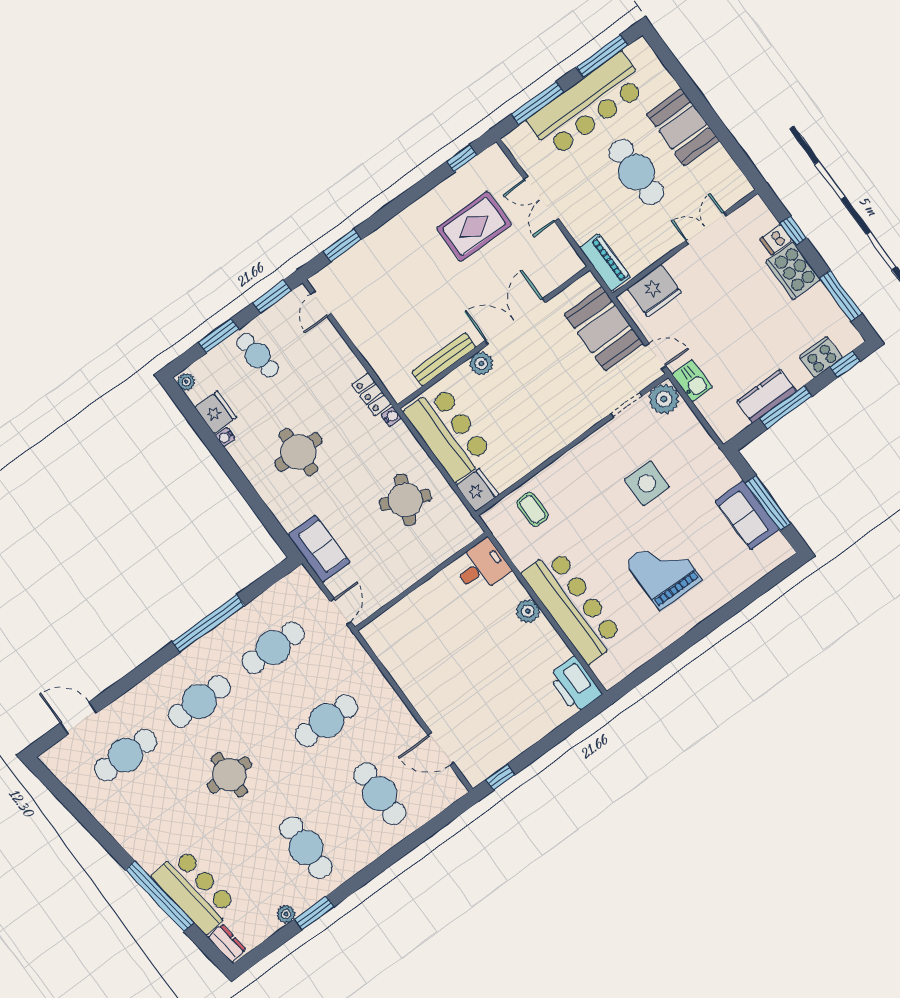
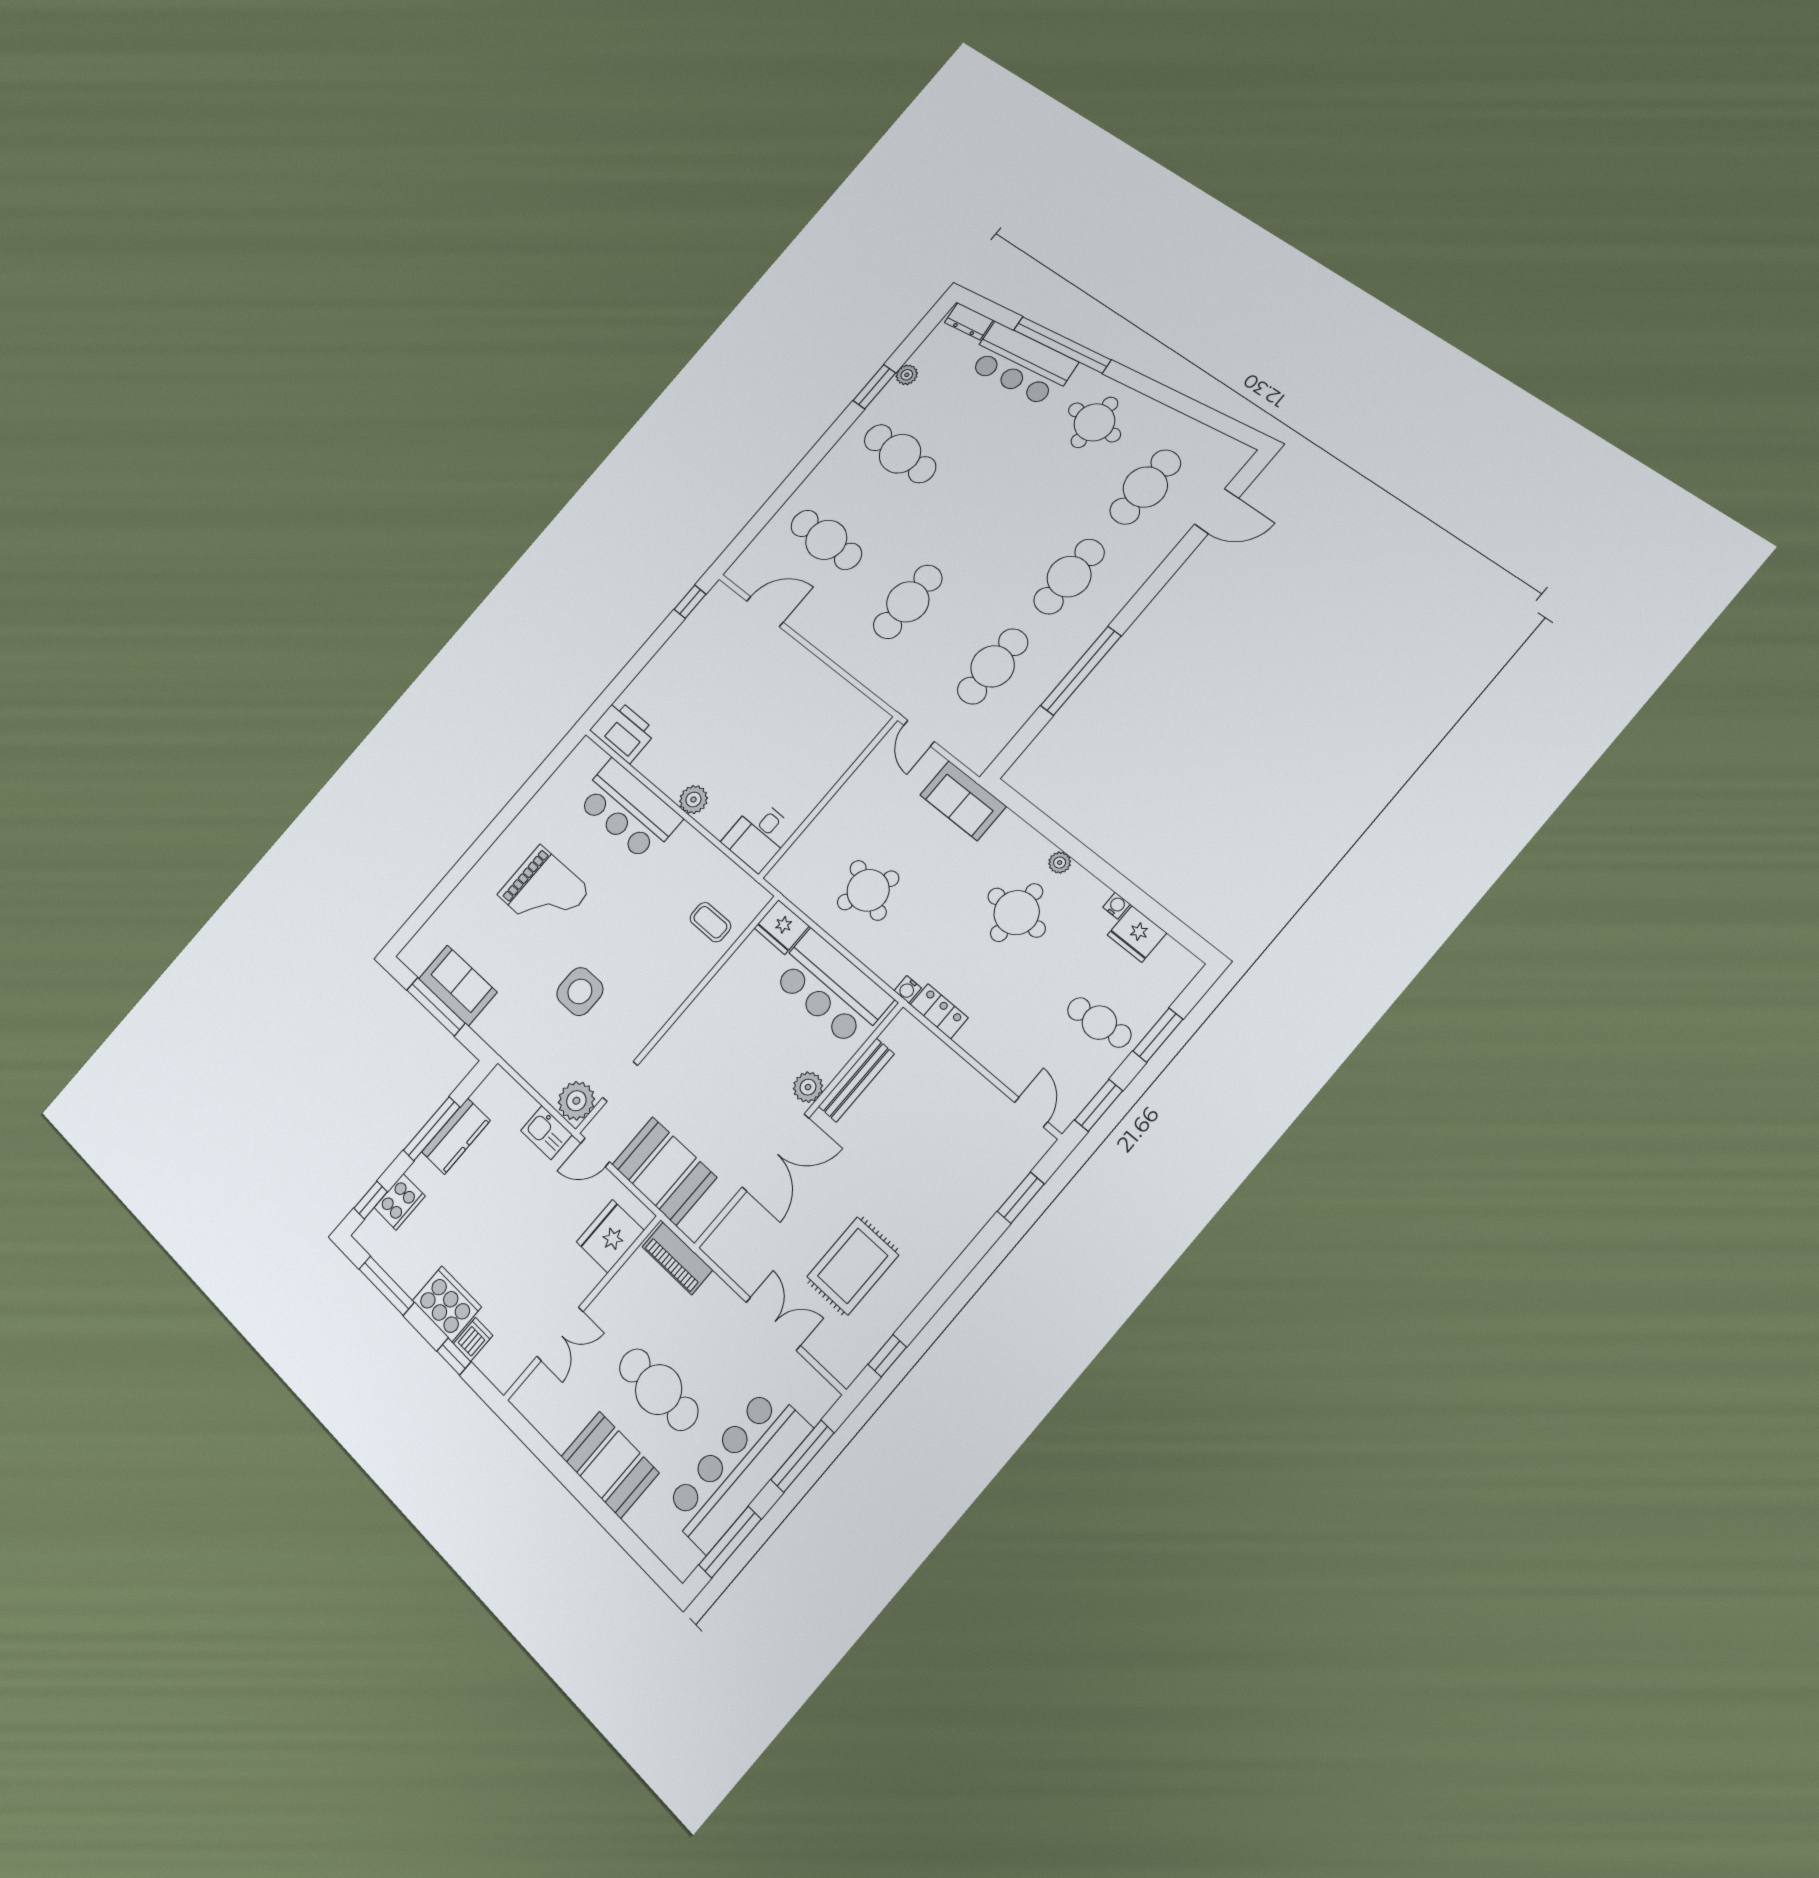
plant: (186, 382) -> (1060, 863), moved
bar counter: (573, 606) -> (629, 810), width x0.73
round table: (229, 775) -> (1094, 422), moved

